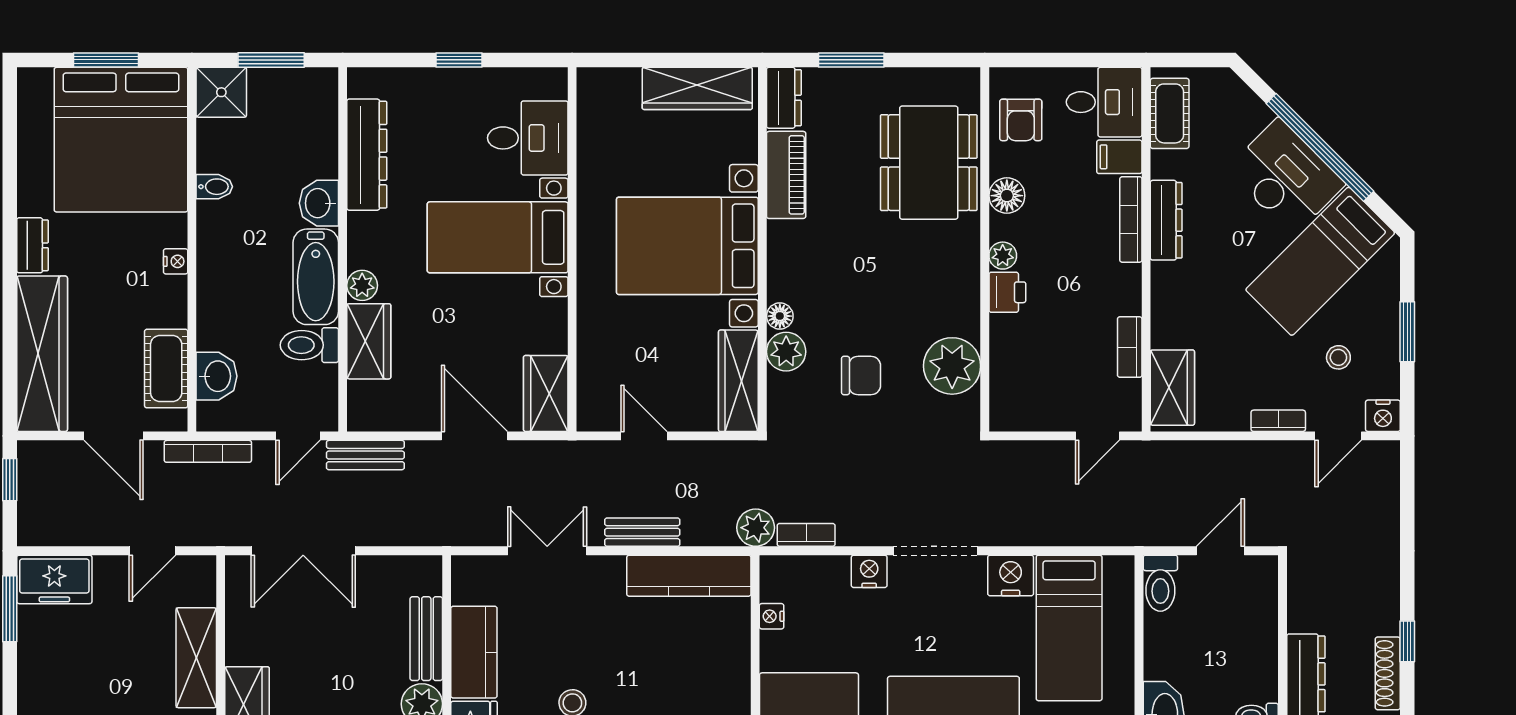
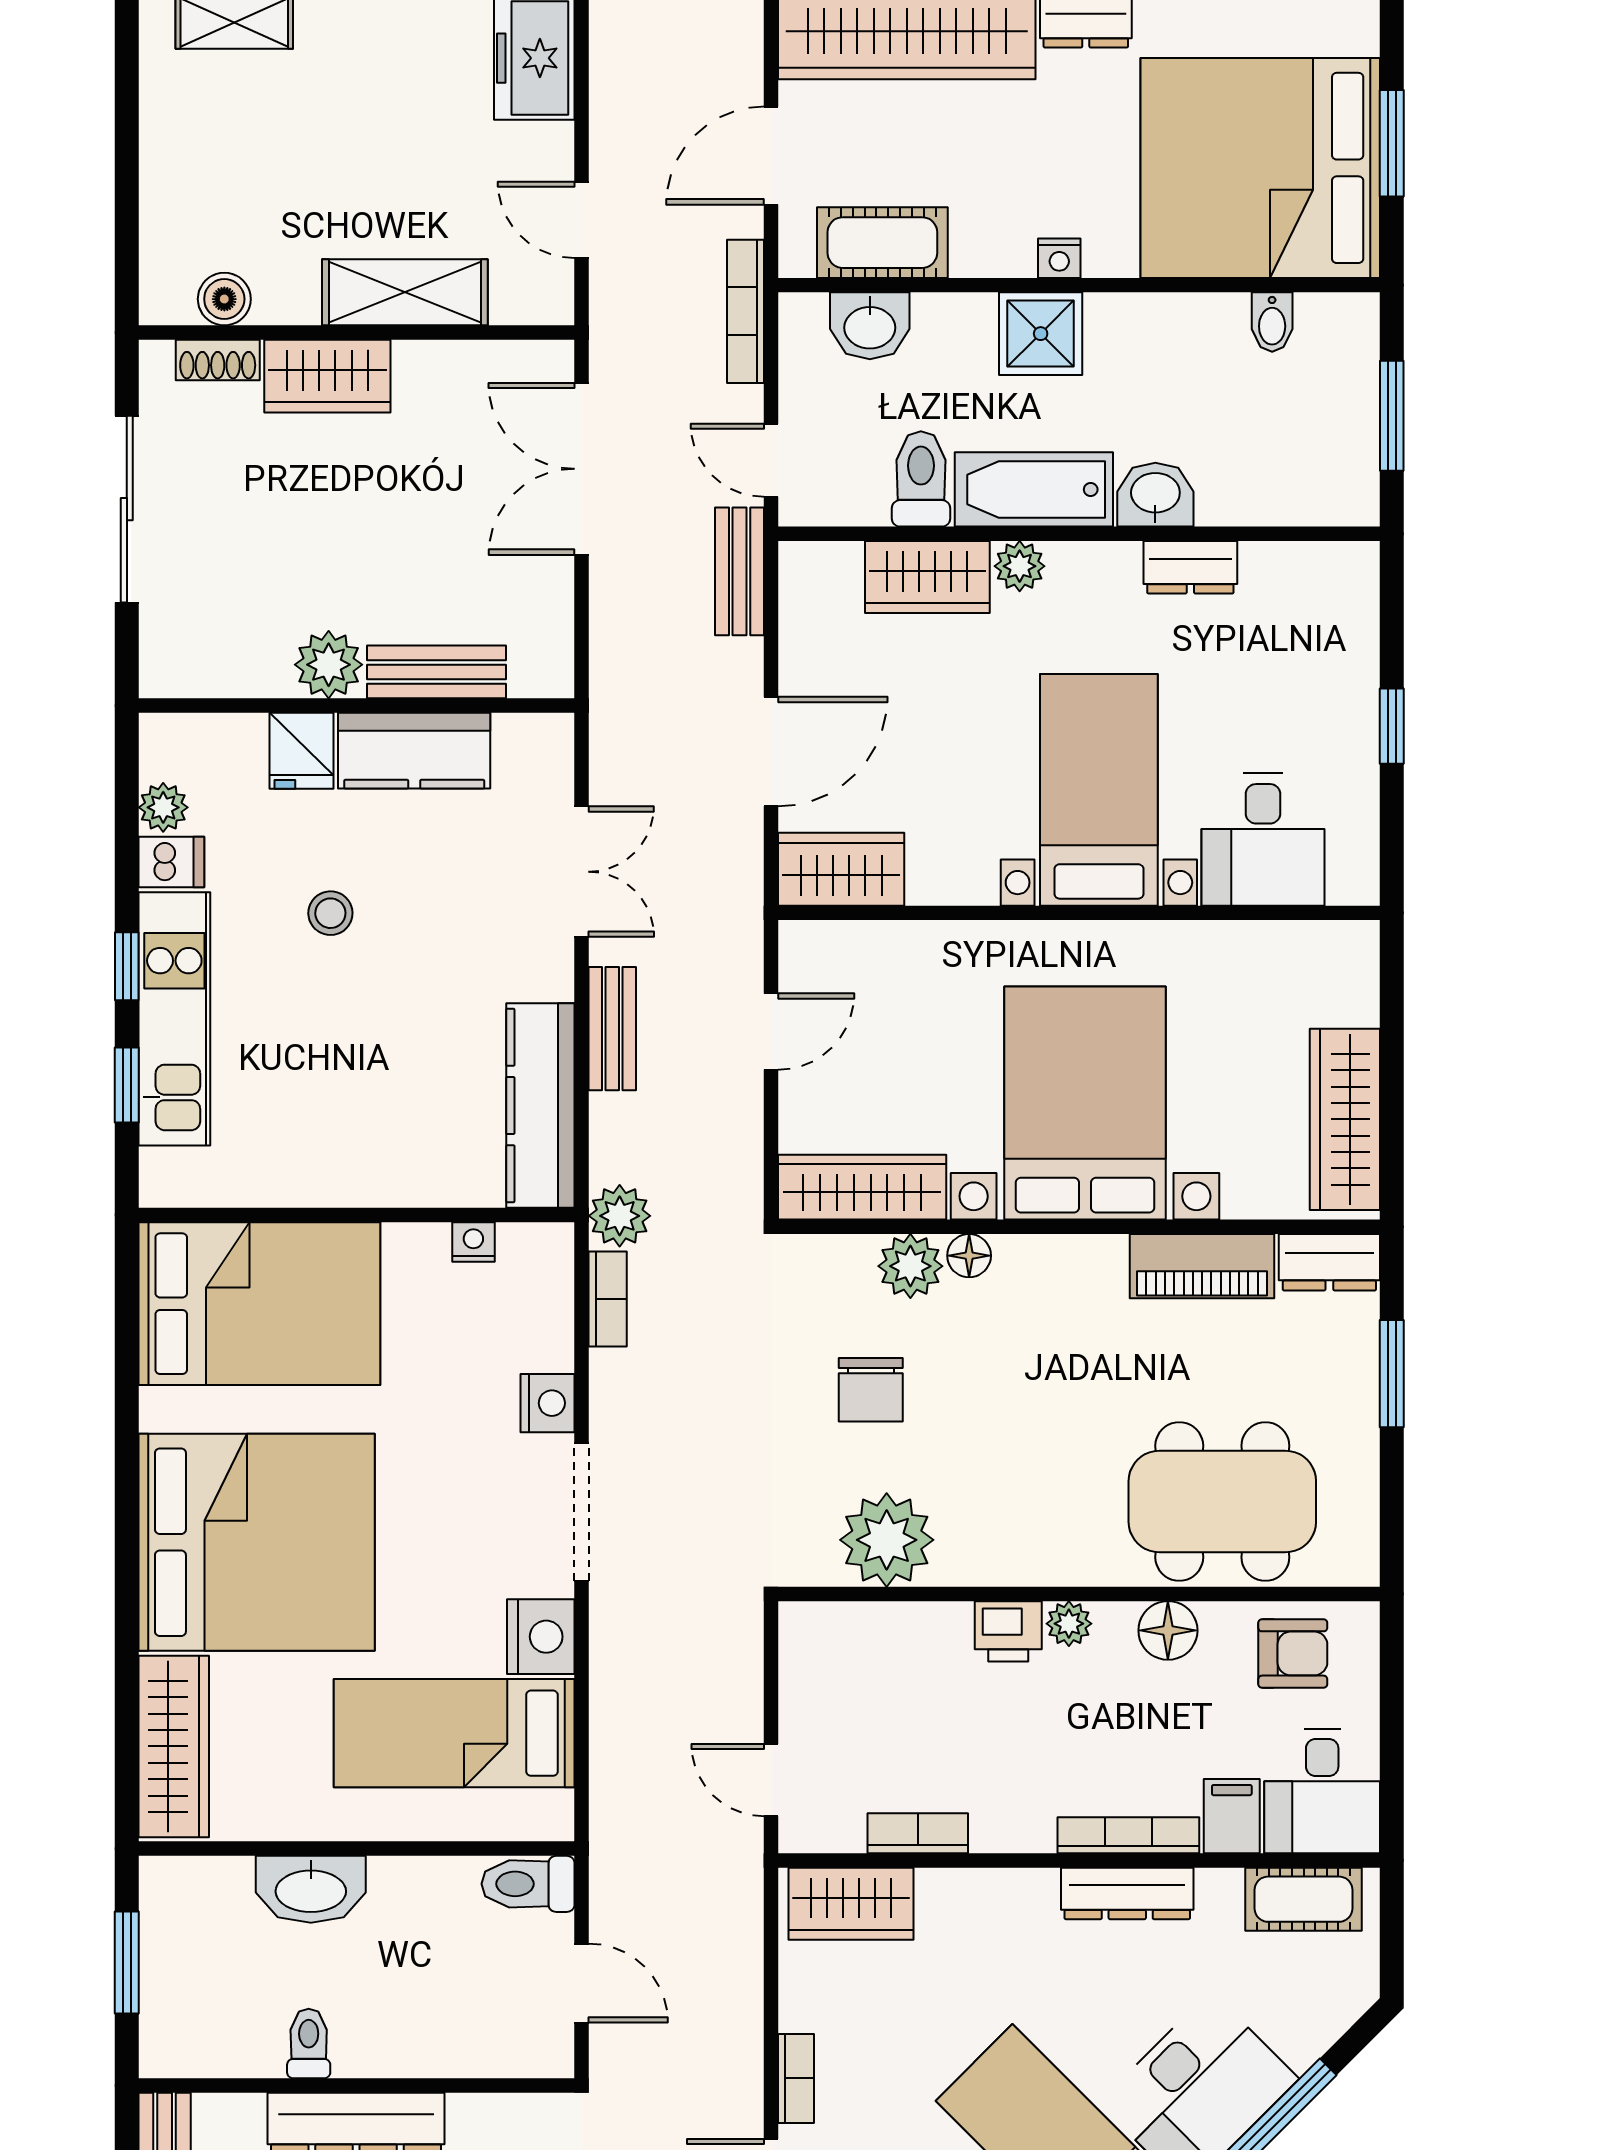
shower: (221, 92) -> (1041, 334), moved
armchair: (1021, 120) -> (1293, 1653), turned 180
dresser: (367, 155) -> (1190, 567), width x0.51, depth x0.80
bidet: (214, 187) -> (1272, 322), moved

